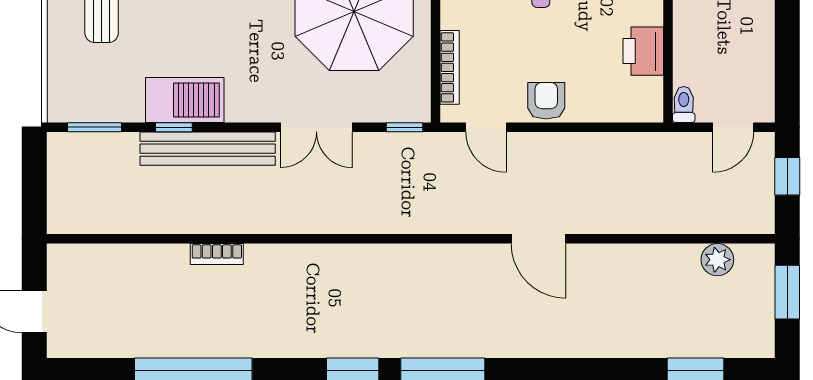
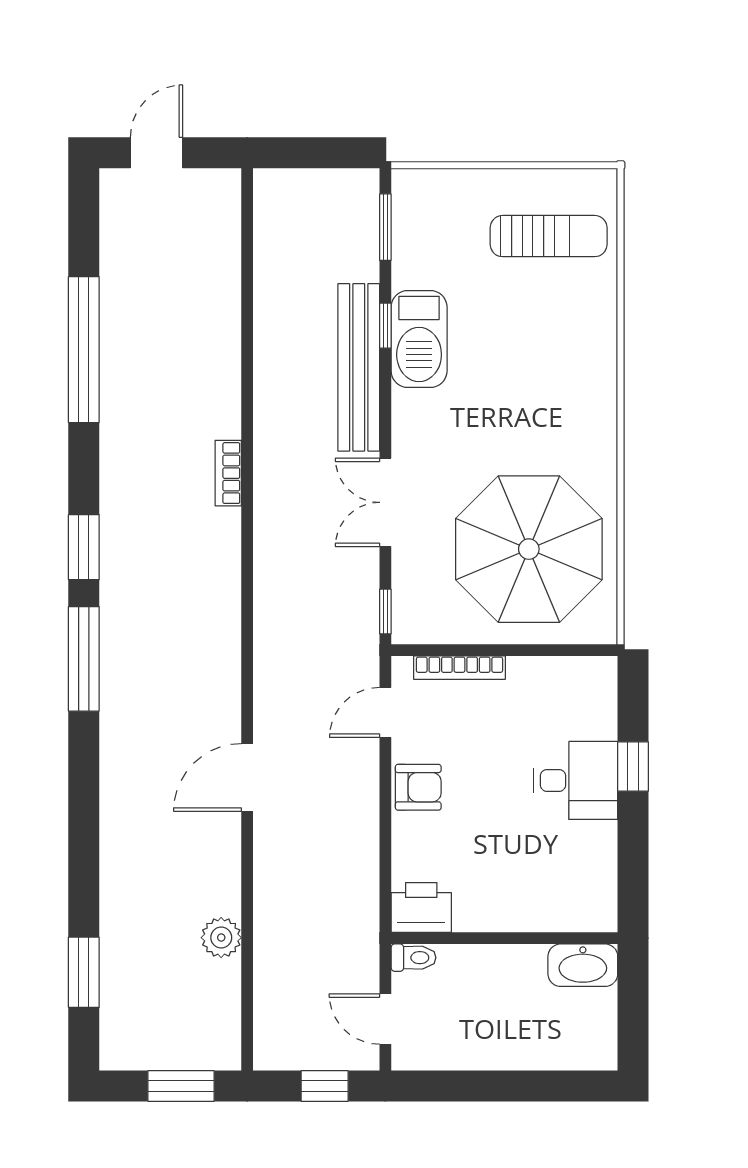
printer: (643, 51) -> (421, 907), moved
bookcase: (217, 254) -> (228, 473), moved
plant: (717, 260) -> (221, 938), moved

